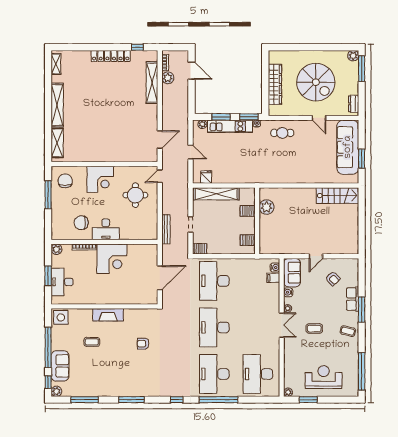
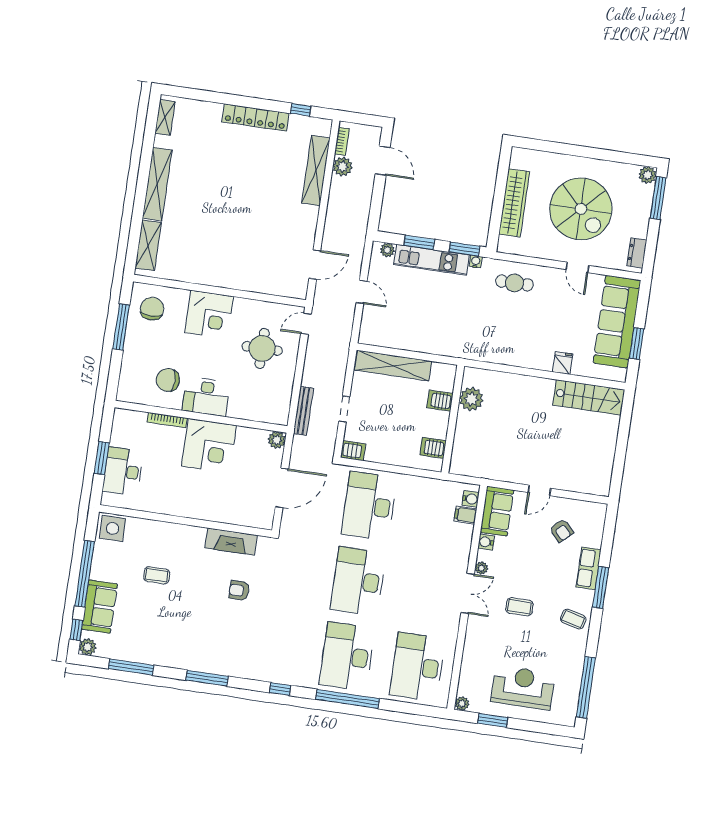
fridge: (206, 177) -> (563, 363), moved
plant: (56, 249) -> (277, 440), moved
fireplace: (108, 315) -> (231, 542), moved

